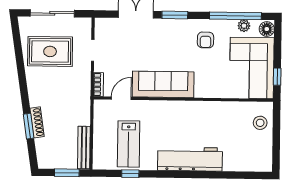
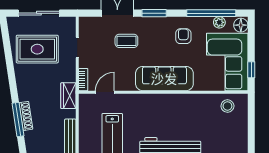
armchair: (206, 40) -> (183, 36), turned 180
coffee table: (145, 44) -> (126, 41), added
sofa: (163, 84) -> (164, 79), moved
wardrobe: (83, 101) -> (68, 96), added
stool: (260, 123) -> (227, 106), moved
window: (29, 126) -> (18, 120), width x1.44

